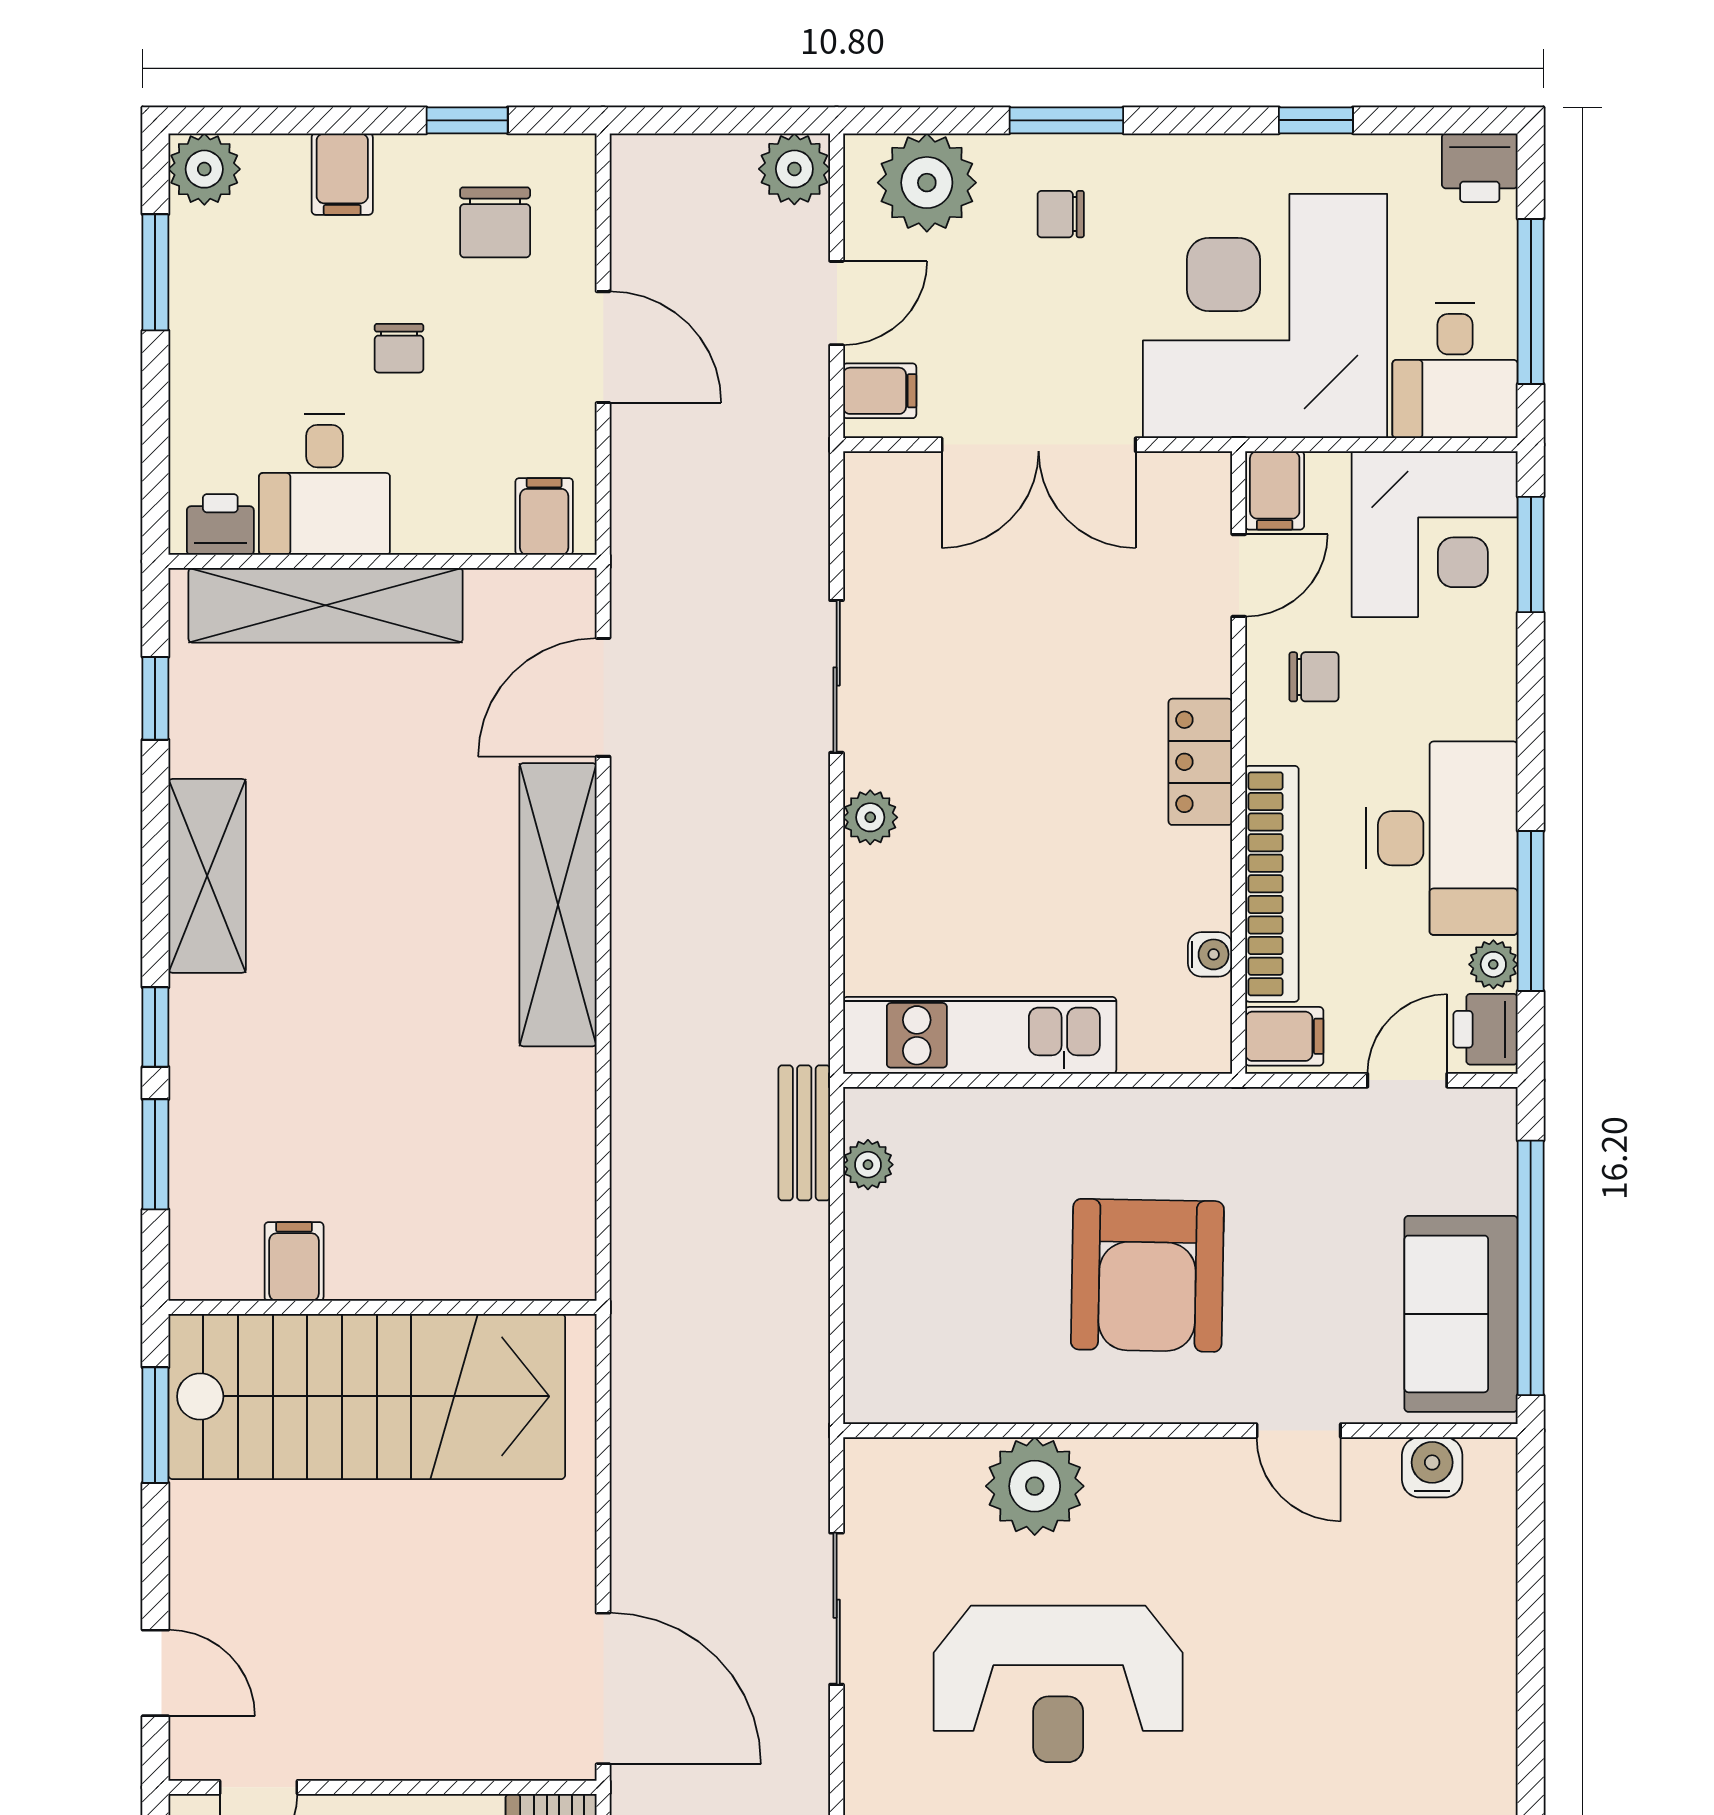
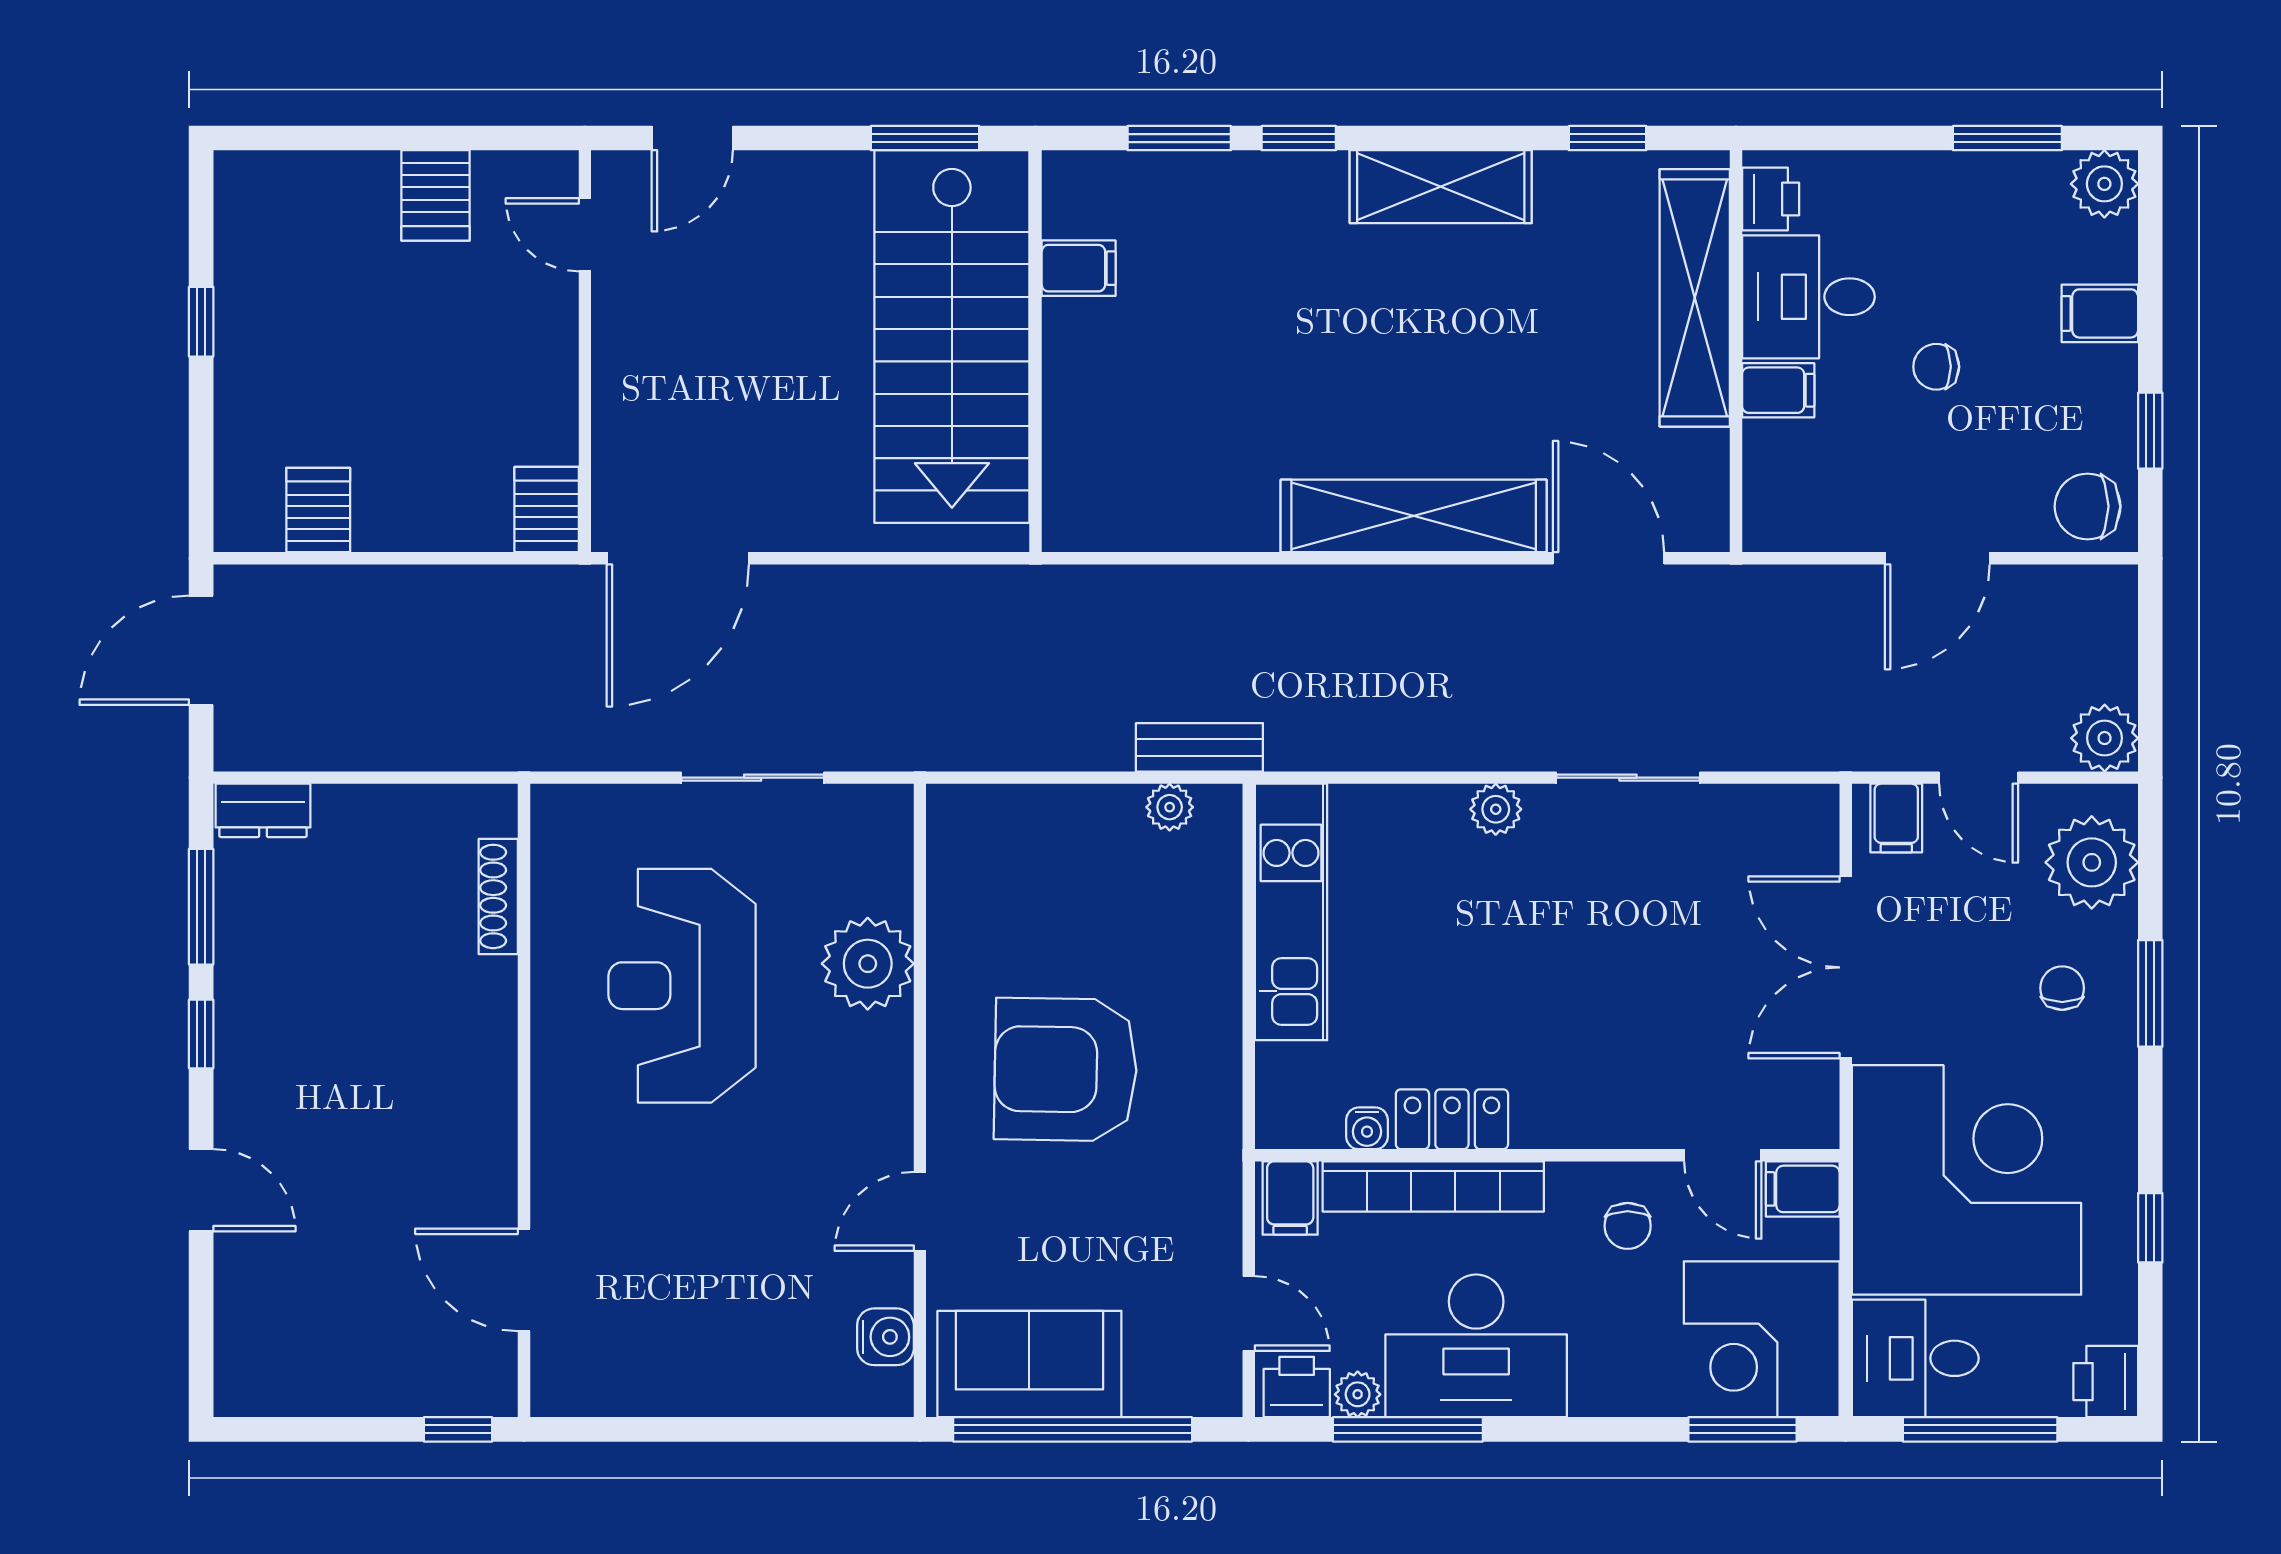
chair: (495, 222) -> (2088, 506), moved
filing cabinet: (544, 516) -> (1778, 390), moved
locker: (1200, 762) -> (1452, 1119), moved

